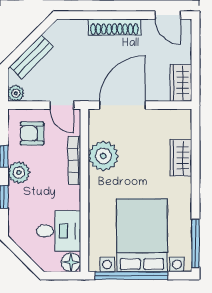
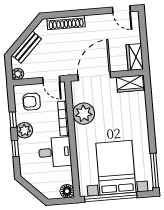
shoe rack: (114, 27) -> (66, 23), moved
wardrobe: (181, 158) -> (130, 84), moved, turned -90
desk: (59, 231) -> (55, 152), moved

